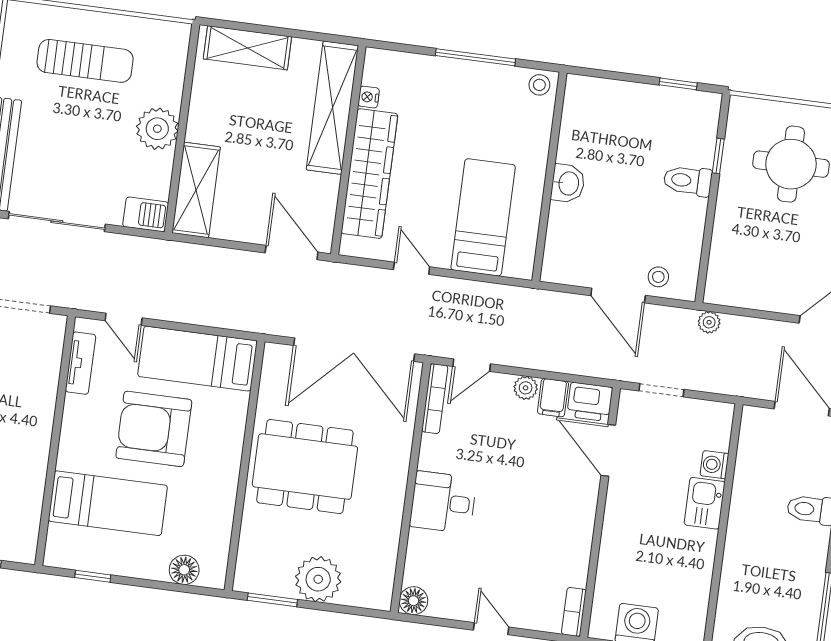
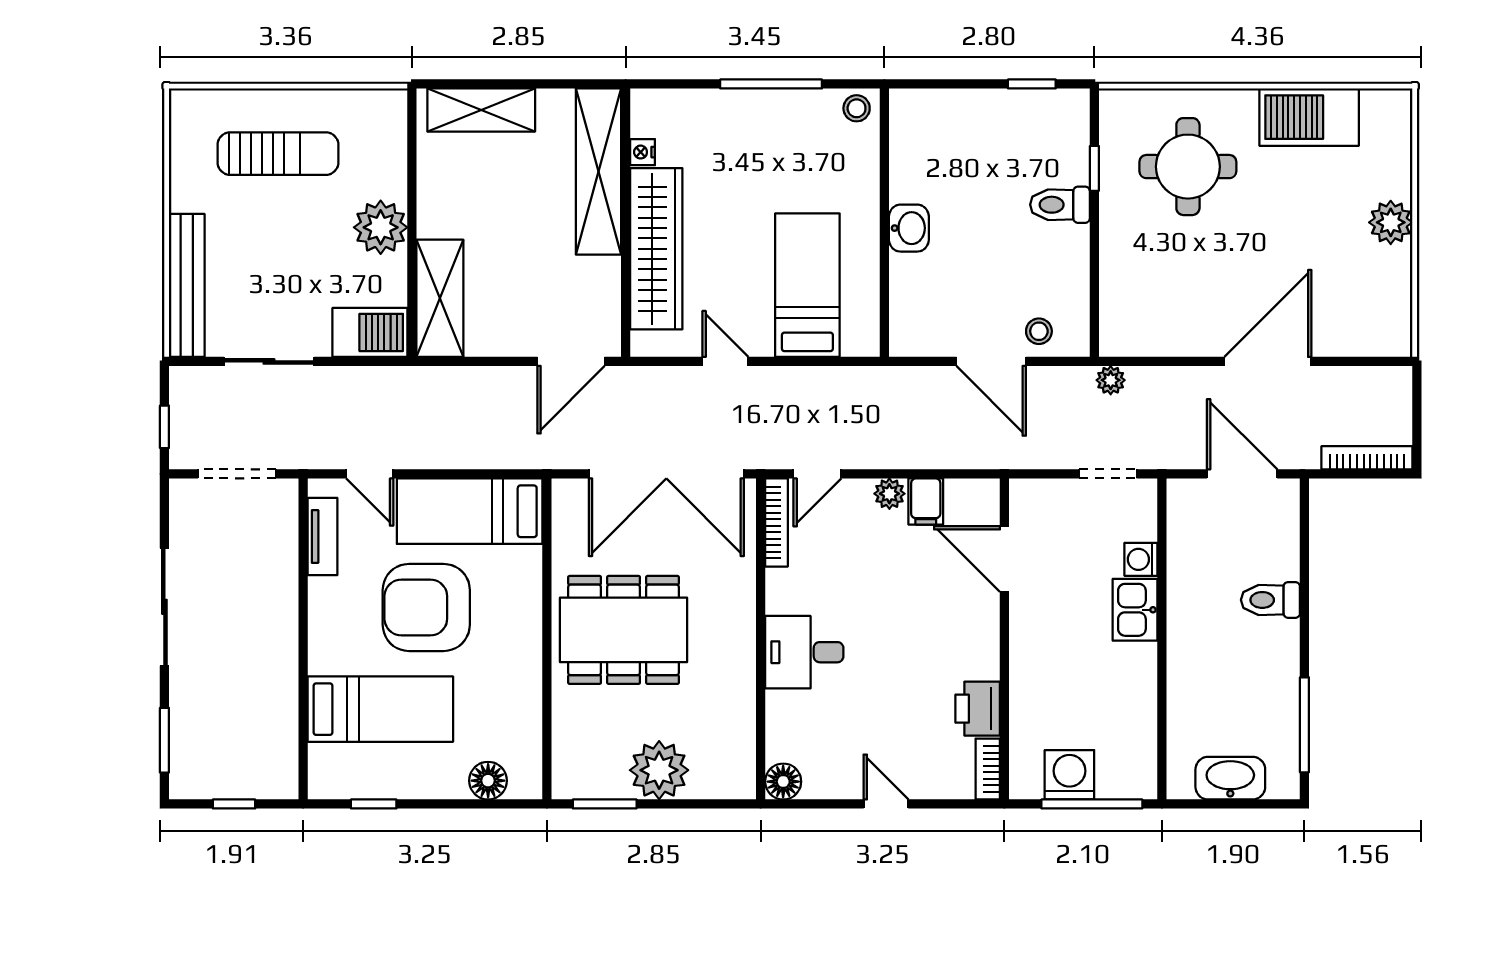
barbecue: (146, 214) -> (370, 332), width x1.38, depth x1.27
sliding door: (57, 222) -> (269, 361), width x0.73
door: (292, 252) -> (571, 361), swing flipped
doorway: (661, 390) -> (1108, 474), moved
printer: (590, 402) -> (978, 709), moved, turned 90

